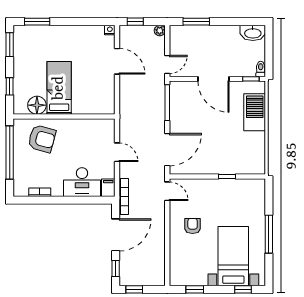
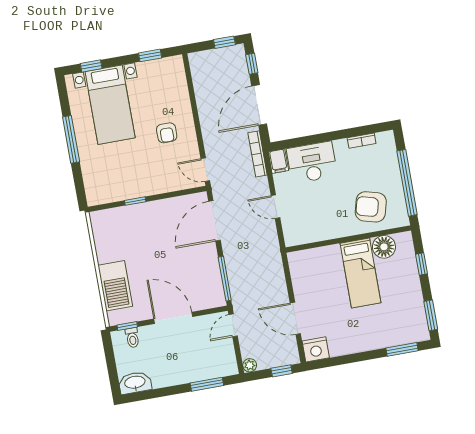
nightstand: (110, 30) -> (316, 349), width x1.89, depth x1.79
toilet: (261, 69) -> (132, 338), moved

